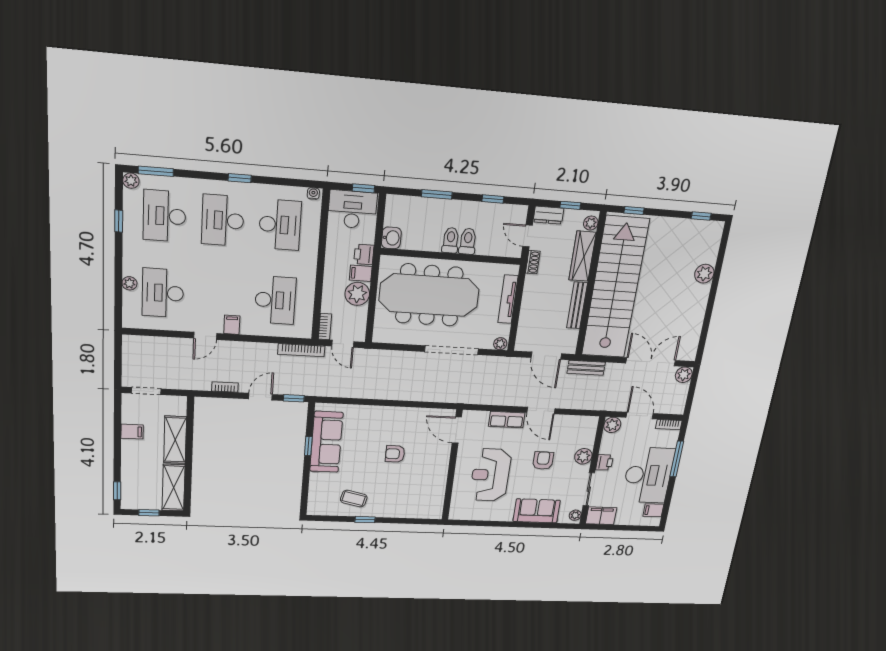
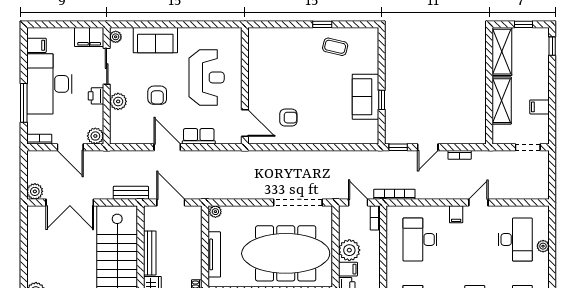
doorway: (451, 350) -> (298, 203), moved
sofa: (326, 442) -> (365, 97), width x0.73
armchair: (395, 454) -> (288, 118), moved

